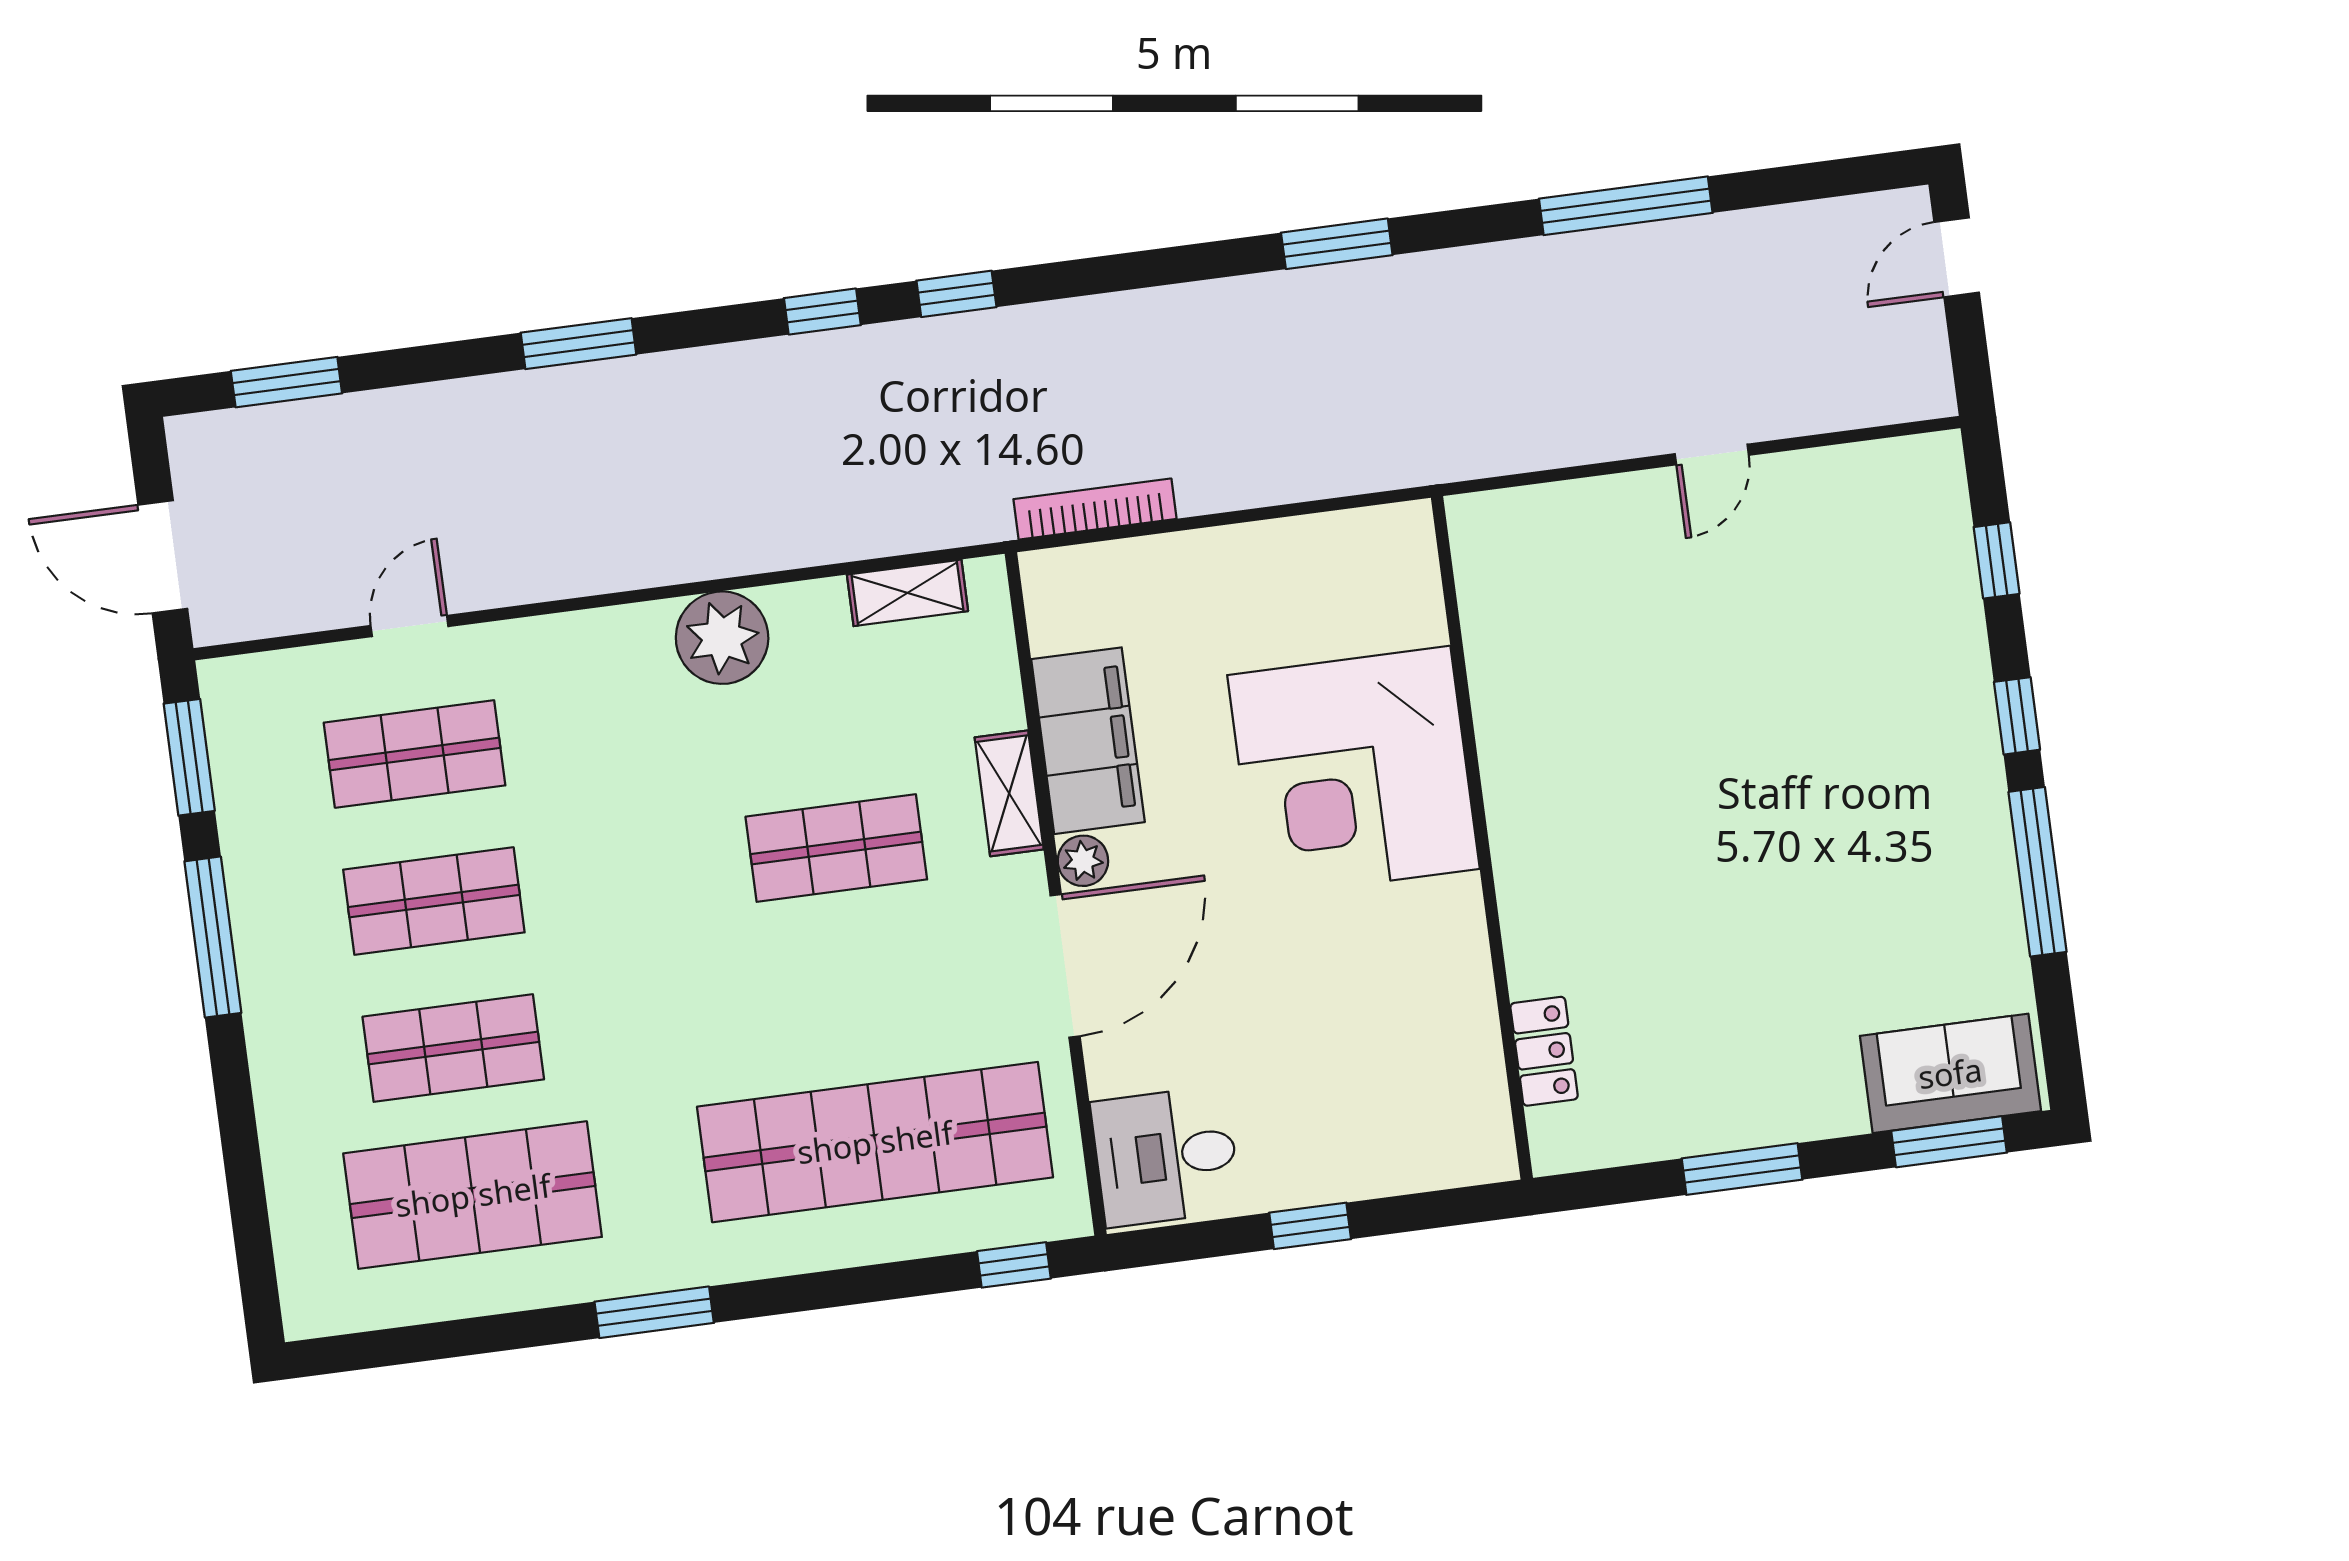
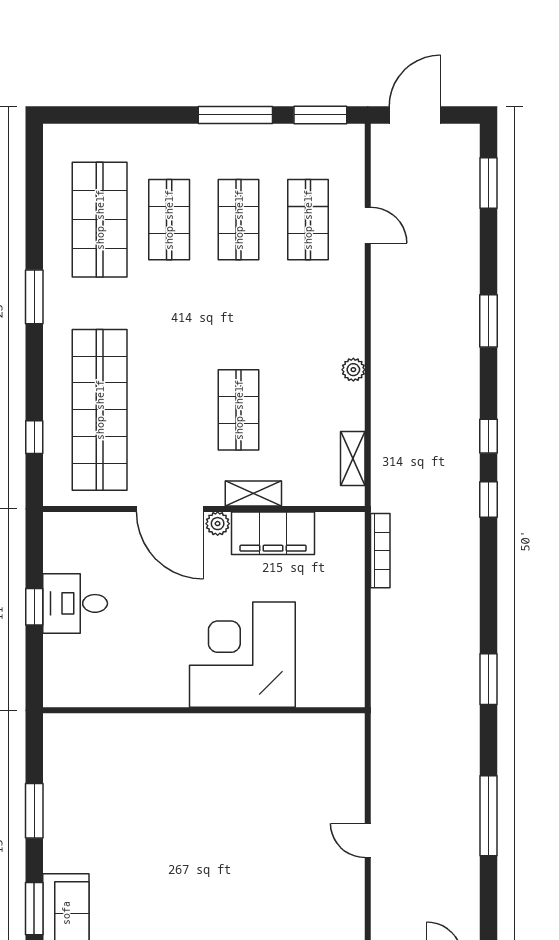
plant: (722, 638) -> (353, 370), width x0.53, depth x0.53
locker: (1544, 1051) -> (101, 726), removed
desk: (1166, 1156) -> (75, 603), moved, turned -90
window: (1014, 1265) -> (34, 437), moved

